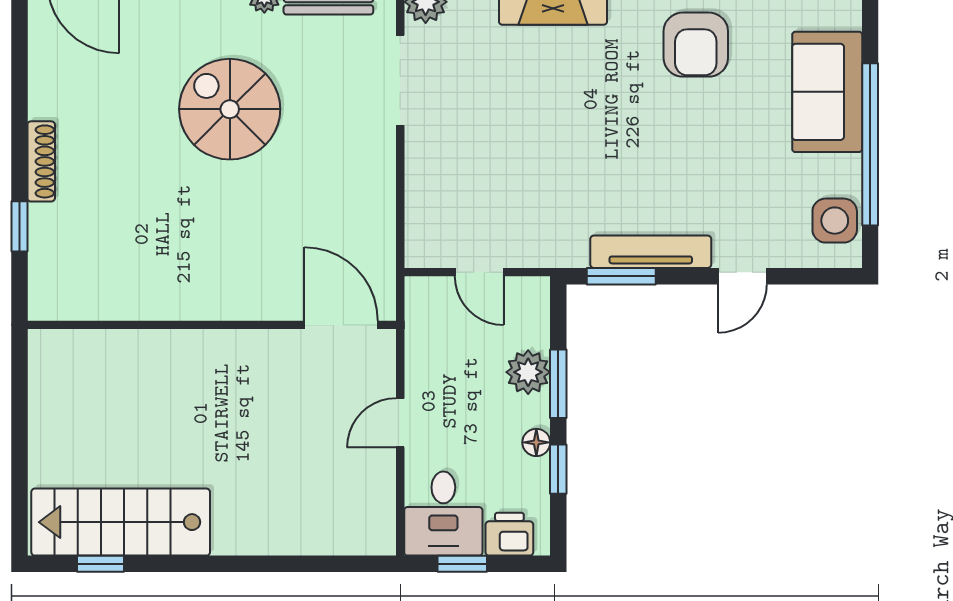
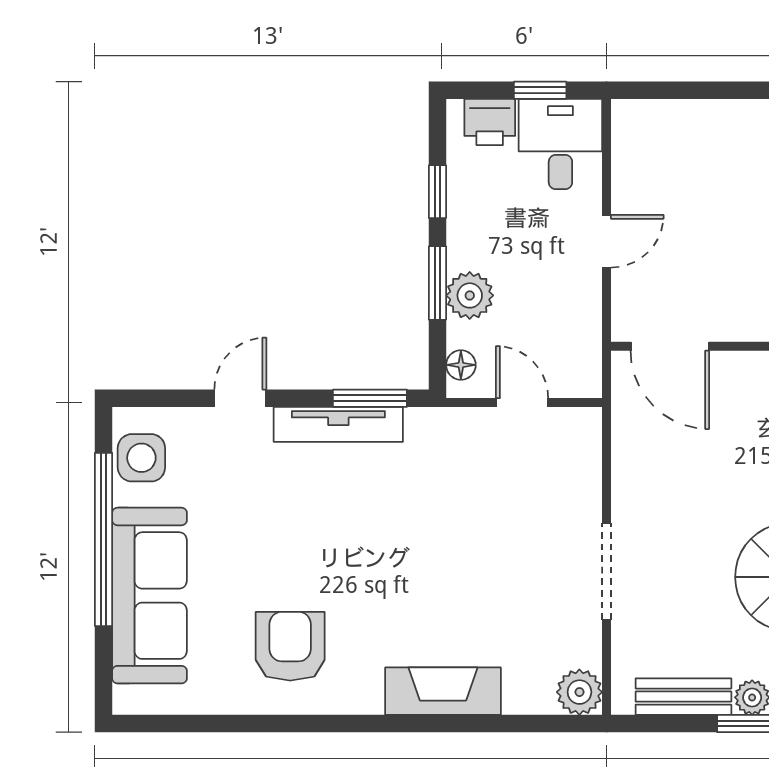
doorway: (400, 80) -> (607, 572), moved
sofa: (827, 92) -> (149, 596), width x1.36
floor lamp: (536, 442) -> (461, 365), moved

